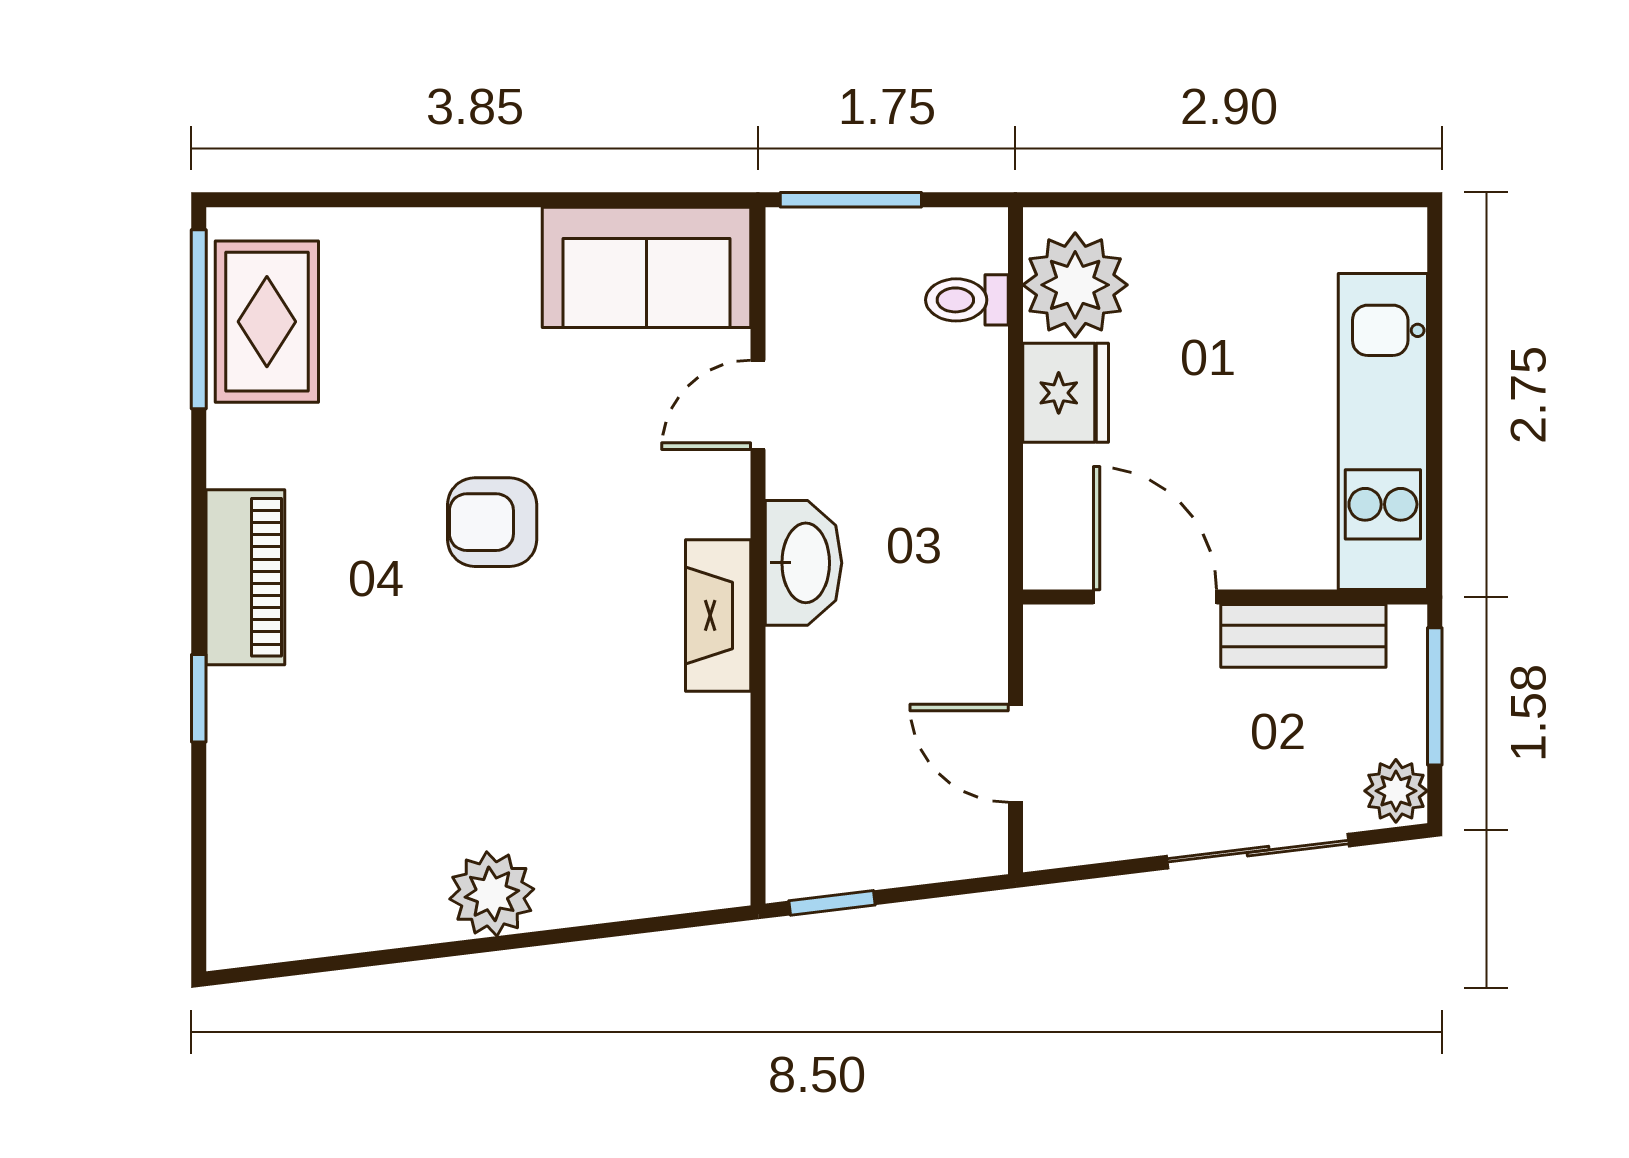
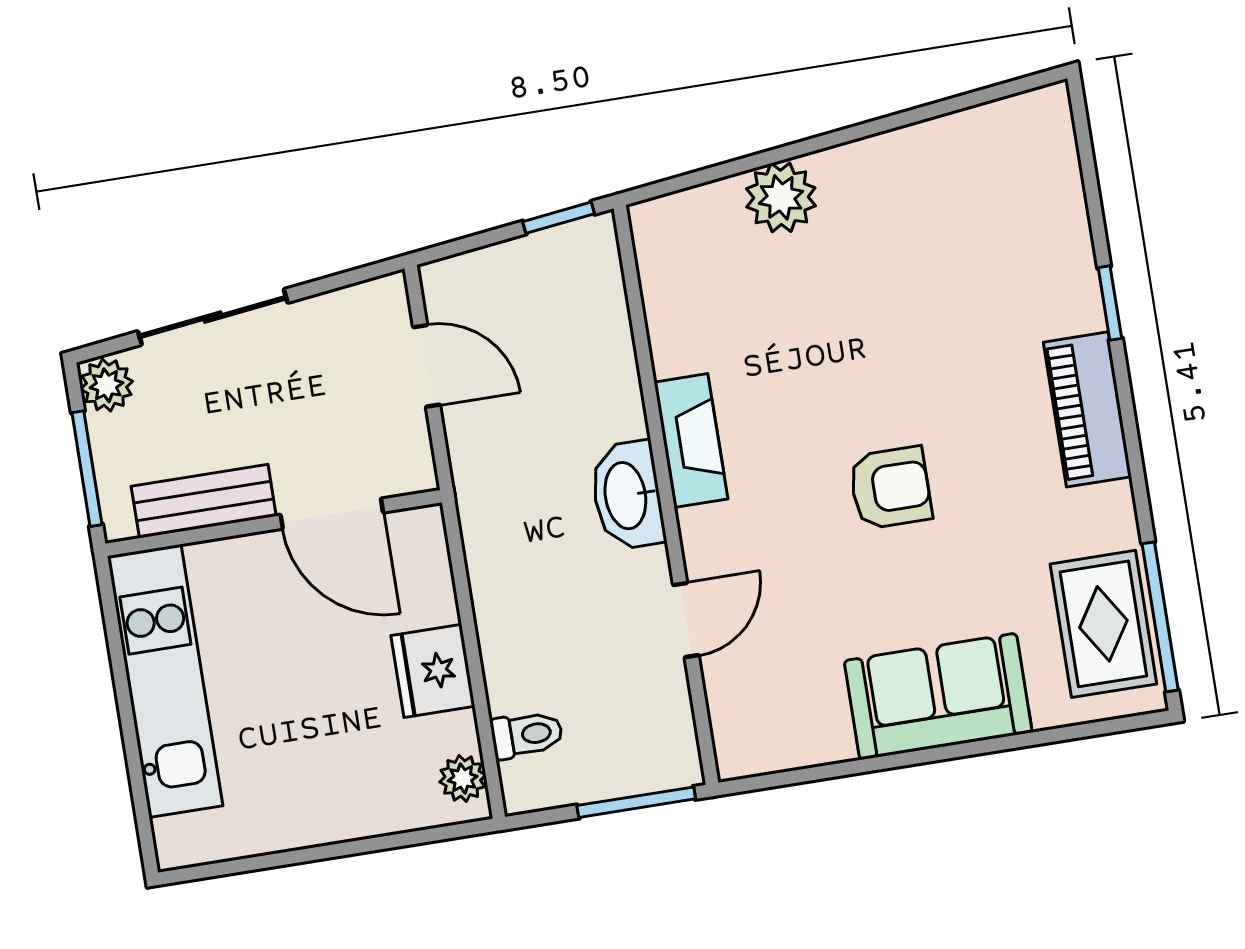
sofa: (646, 267) -> (938, 696), moved
plant: (1075, 285) -> (463, 778), width x0.53, depth x0.53
plant: (492, 894) -> (781, 197), moved

